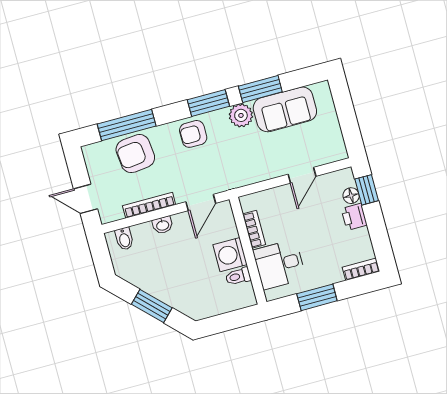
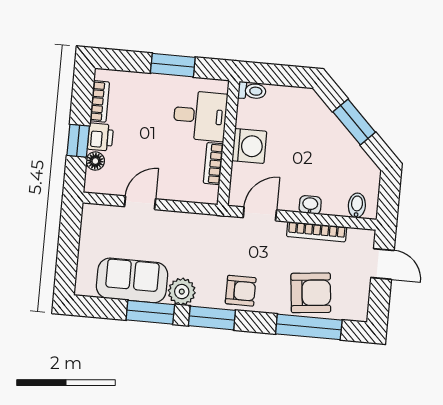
window: (367, 190) -> (78, 141), moved
bookcase: (361, 269) -> (100, 101), moved, turned -90
toilet: (238, 276) -> (252, 91), moved

